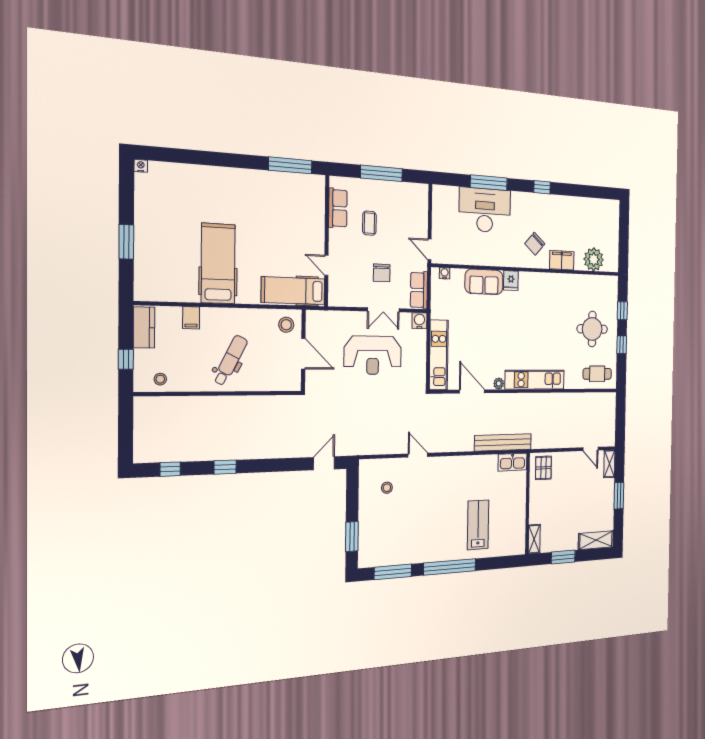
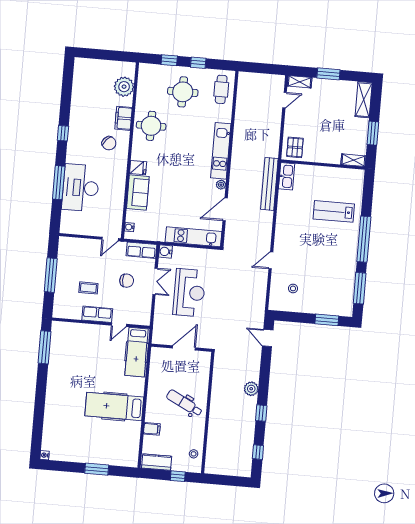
row of seats: (338, 208) -> (97, 314), moved
round table: (556, 294) -> (151, 126), added
stool: (286, 325) -> (161, 359), removed
plant: (257, 449) -> (251, 389), added
pallet: (543, 468) -> (295, 147), turned 90

